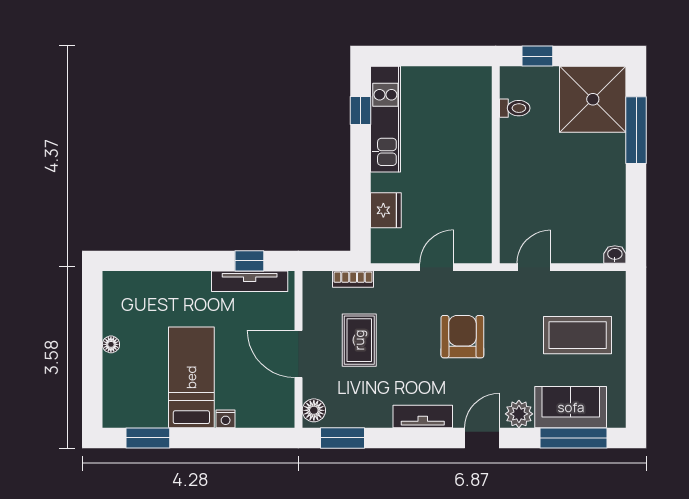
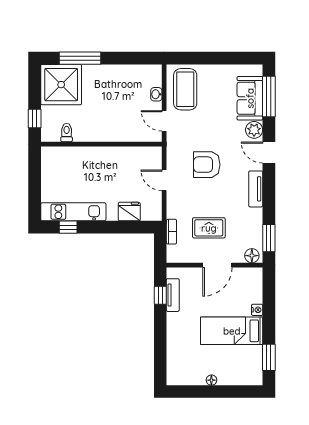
washbasin: (615, 254) -> (156, 94), moved
tv unit: (250, 281) -> (173, 295), width x0.71
coffee table: (578, 335) -> (185, 89), moved

